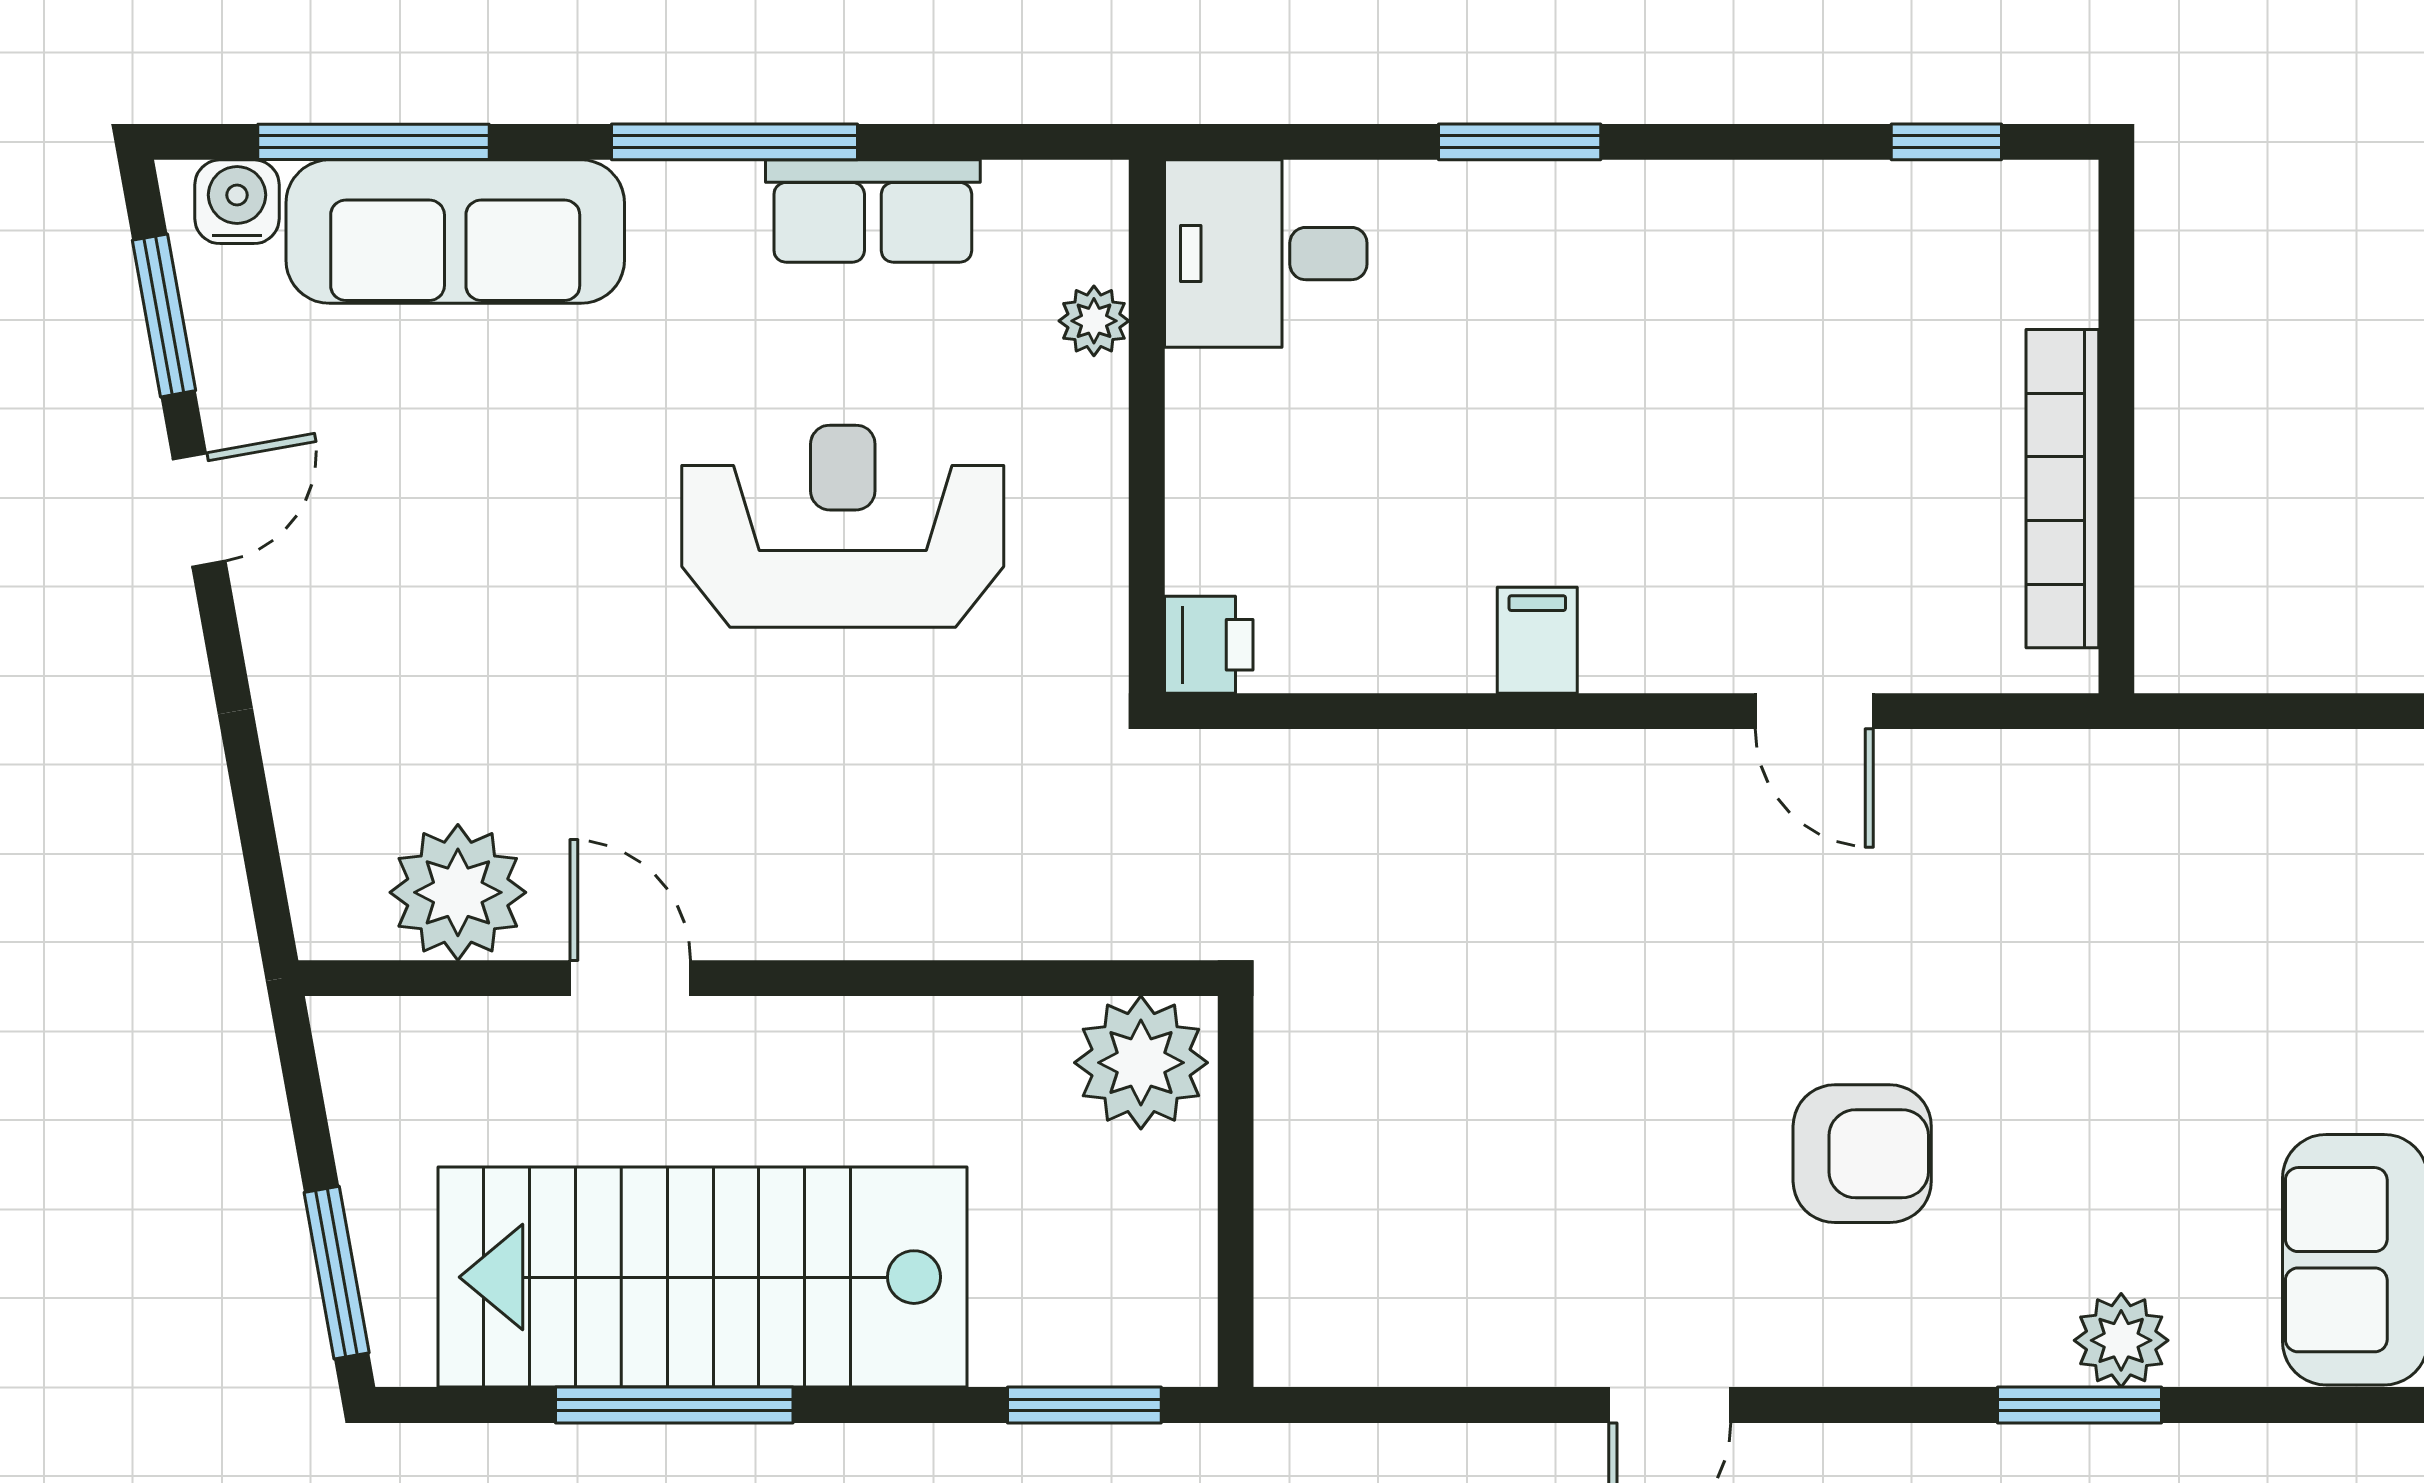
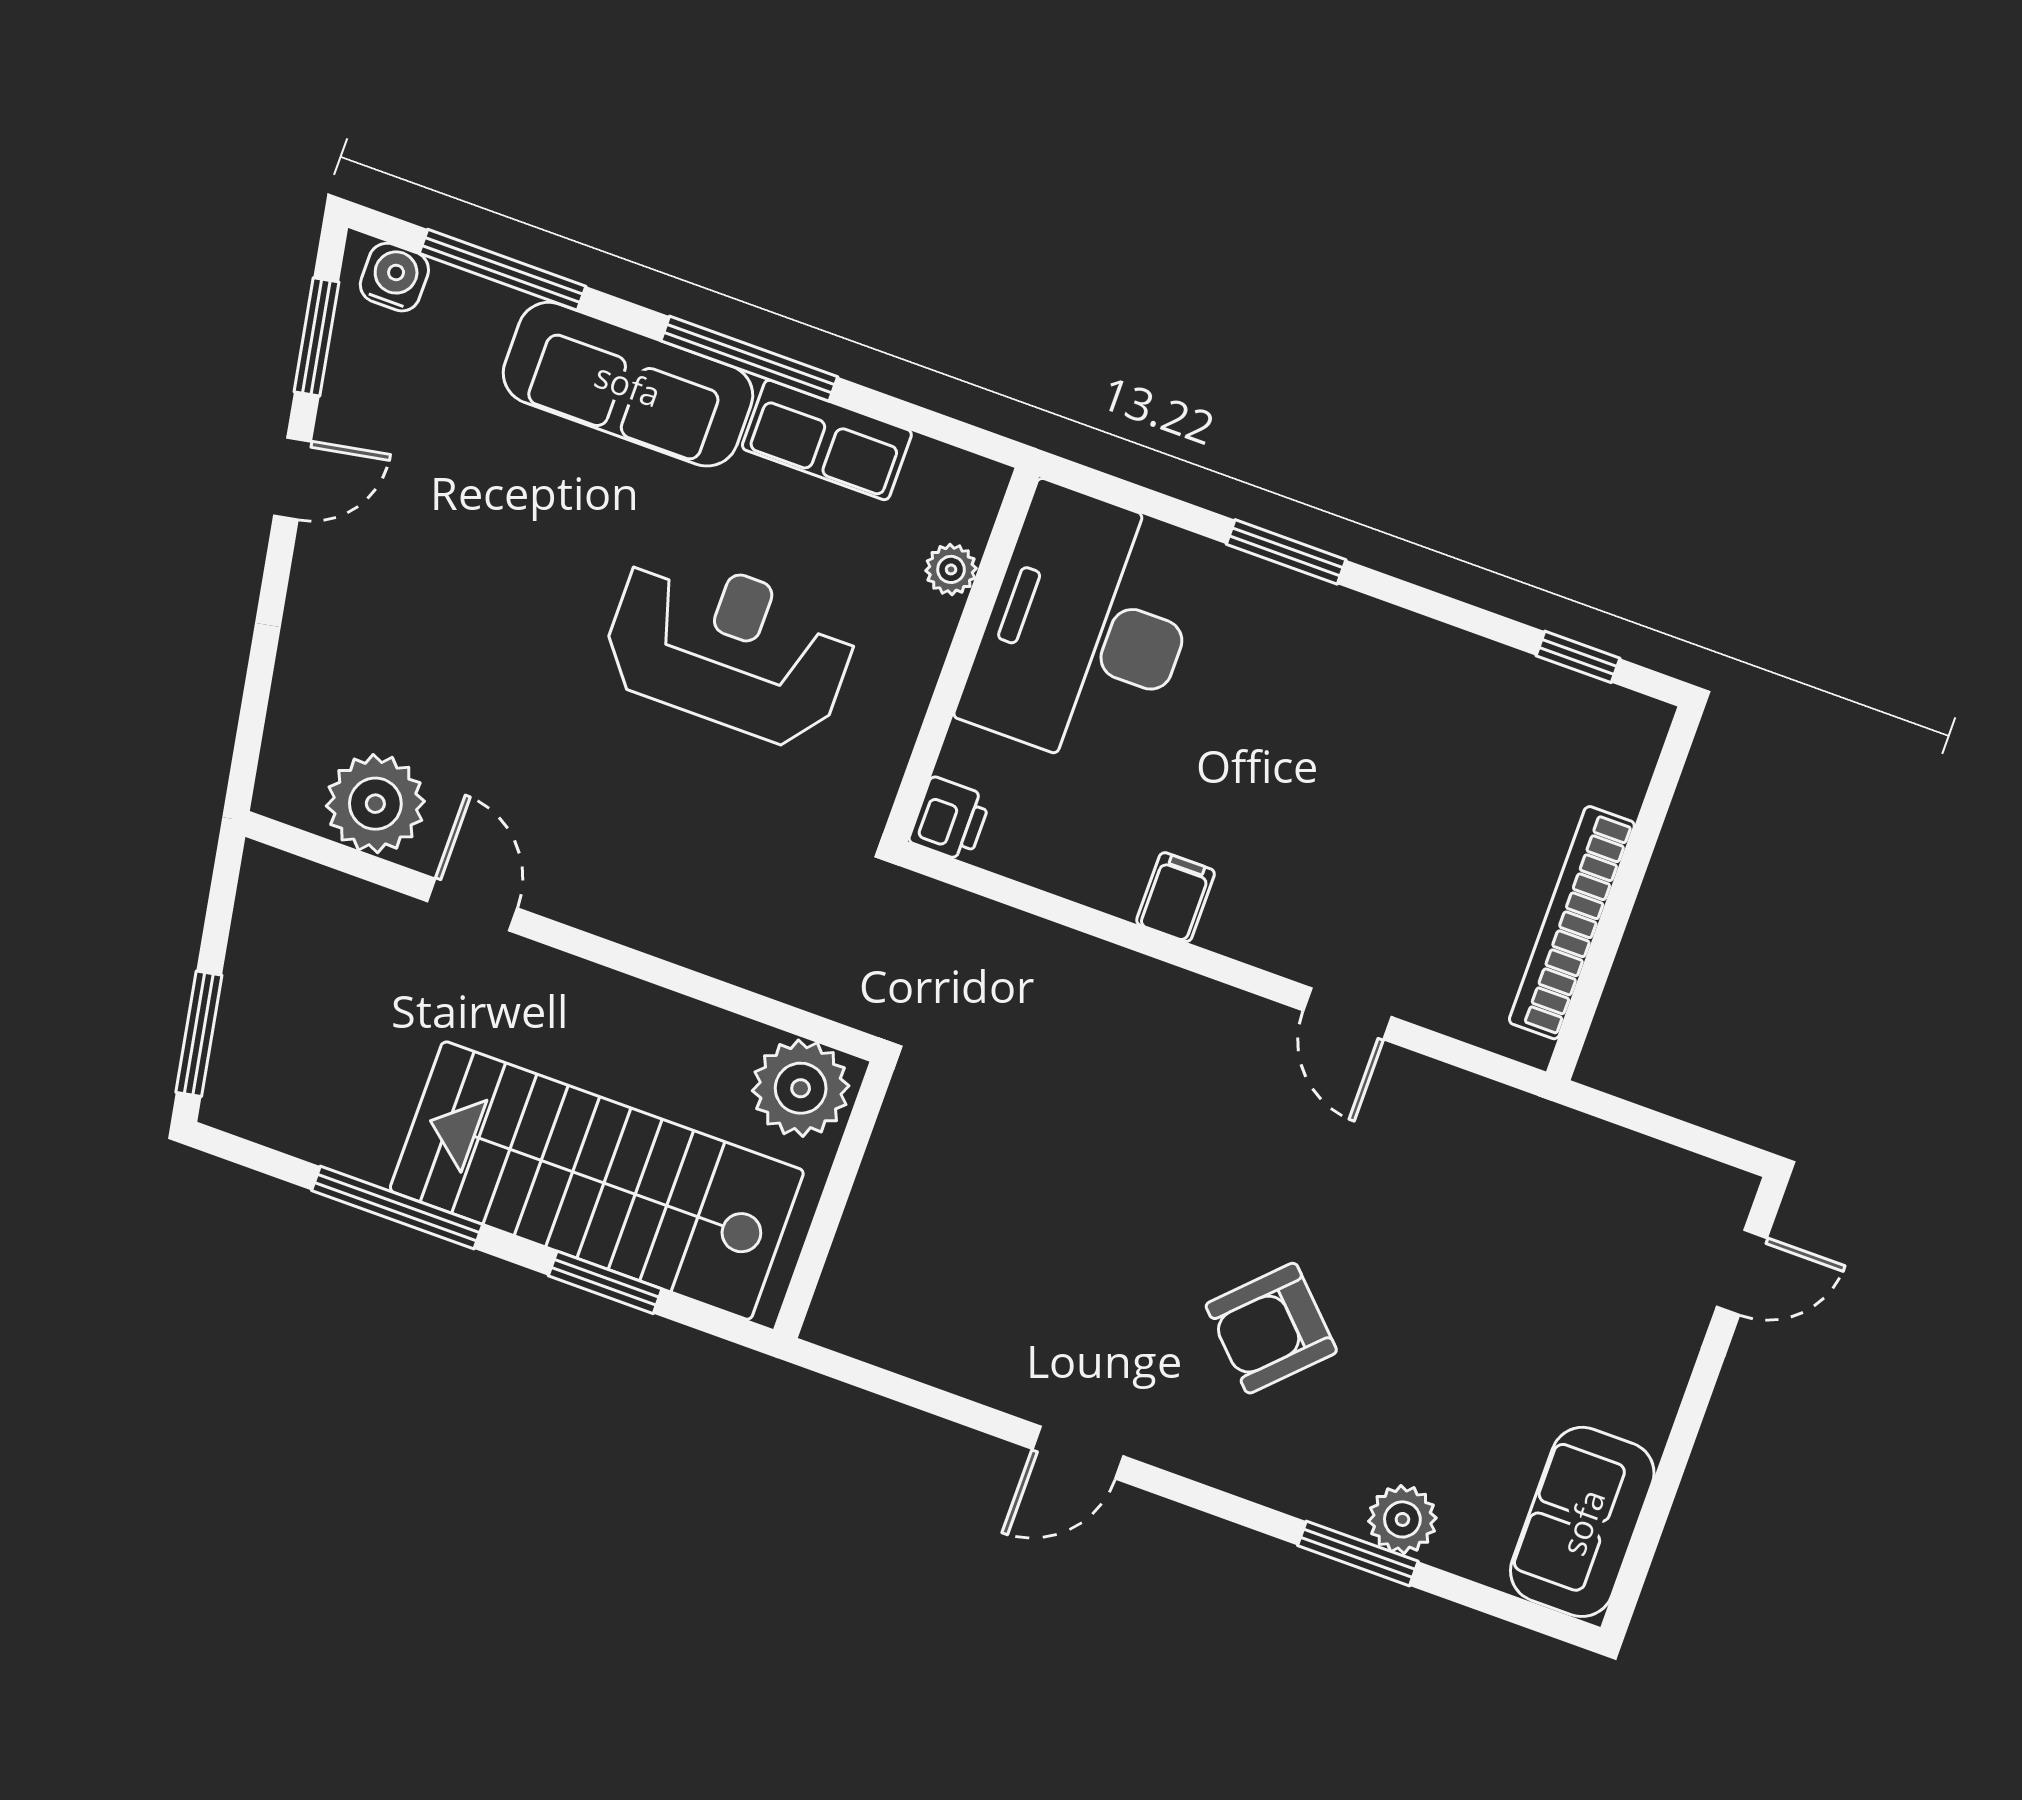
sofa: (455, 232) -> (628, 384), moved
desk: (1266, 254) -> (1086, 629), width x1.87, depth x1.30
armchair: (1862, 1154) -> (1271, 1328), turned 135
stairs: (702, 1277) -> (597, 1181), moved
window: (1084, 1405) -> (605, 1282), moved

